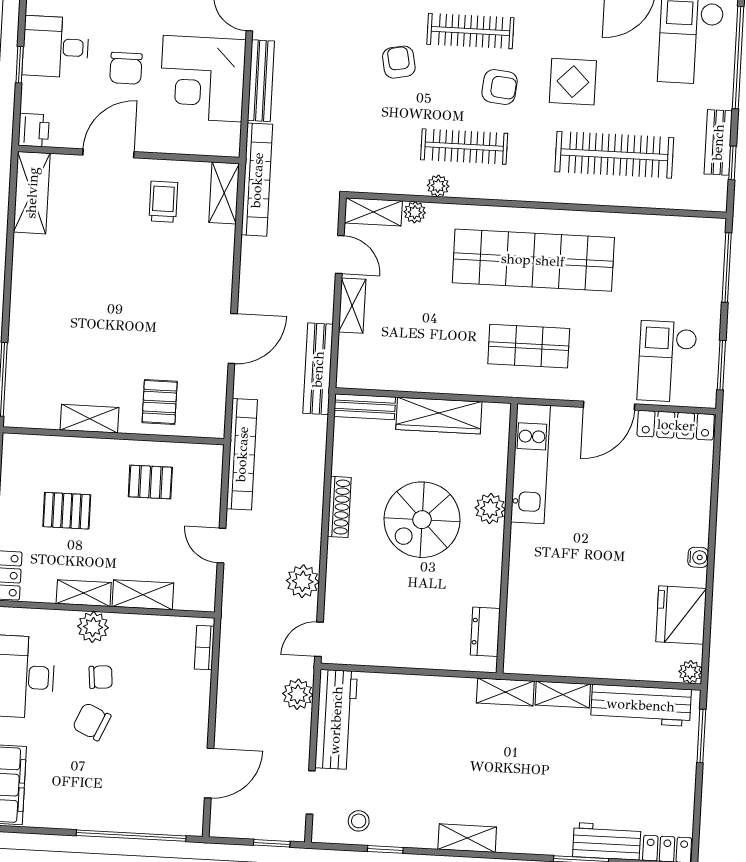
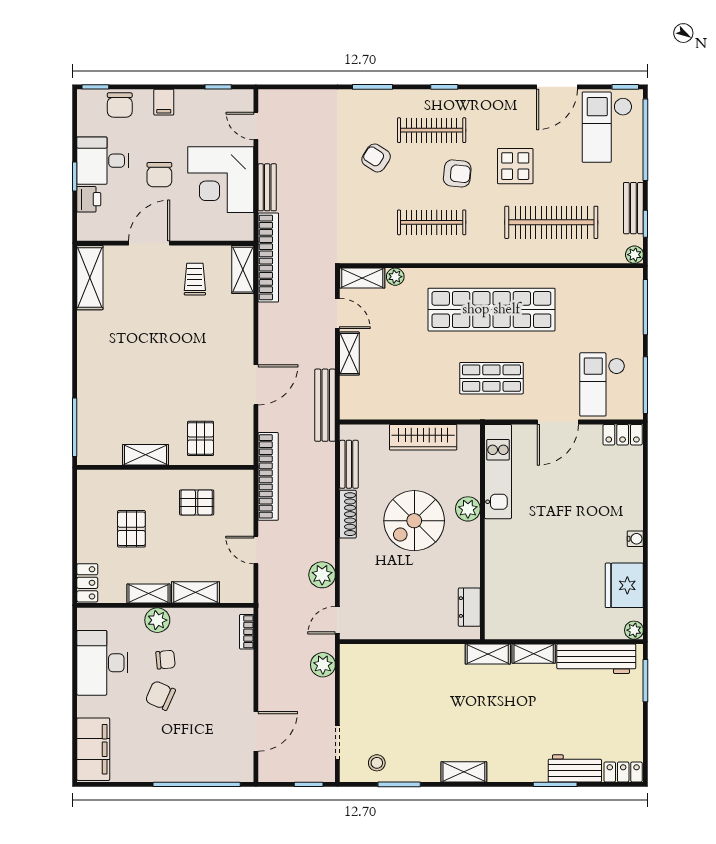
armchair: (399, 62) -> (376, 158), turned -46
bench: (261, 81) -> (267, 187), width x0.73
printer: (34, 130) -> (89, 199), moved
plant: (438, 186) -> (634, 255), moved
window: (721, 365) -> (645, 385), width x1.44
bench: (365, 407) -> (349, 464), moved, turned 90
locker: (676, 425) -> (623, 435), width x0.66
pallet: (67, 511) -> (131, 529), turned 90
workbench: (336, 720) -> (354, 683), removed
window: (385, 849) -> (399, 784), width x1.50

